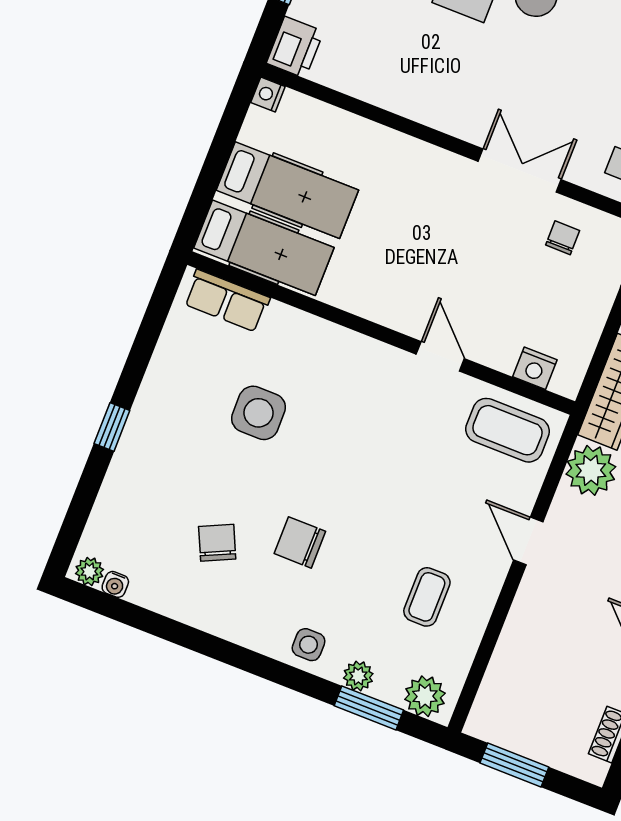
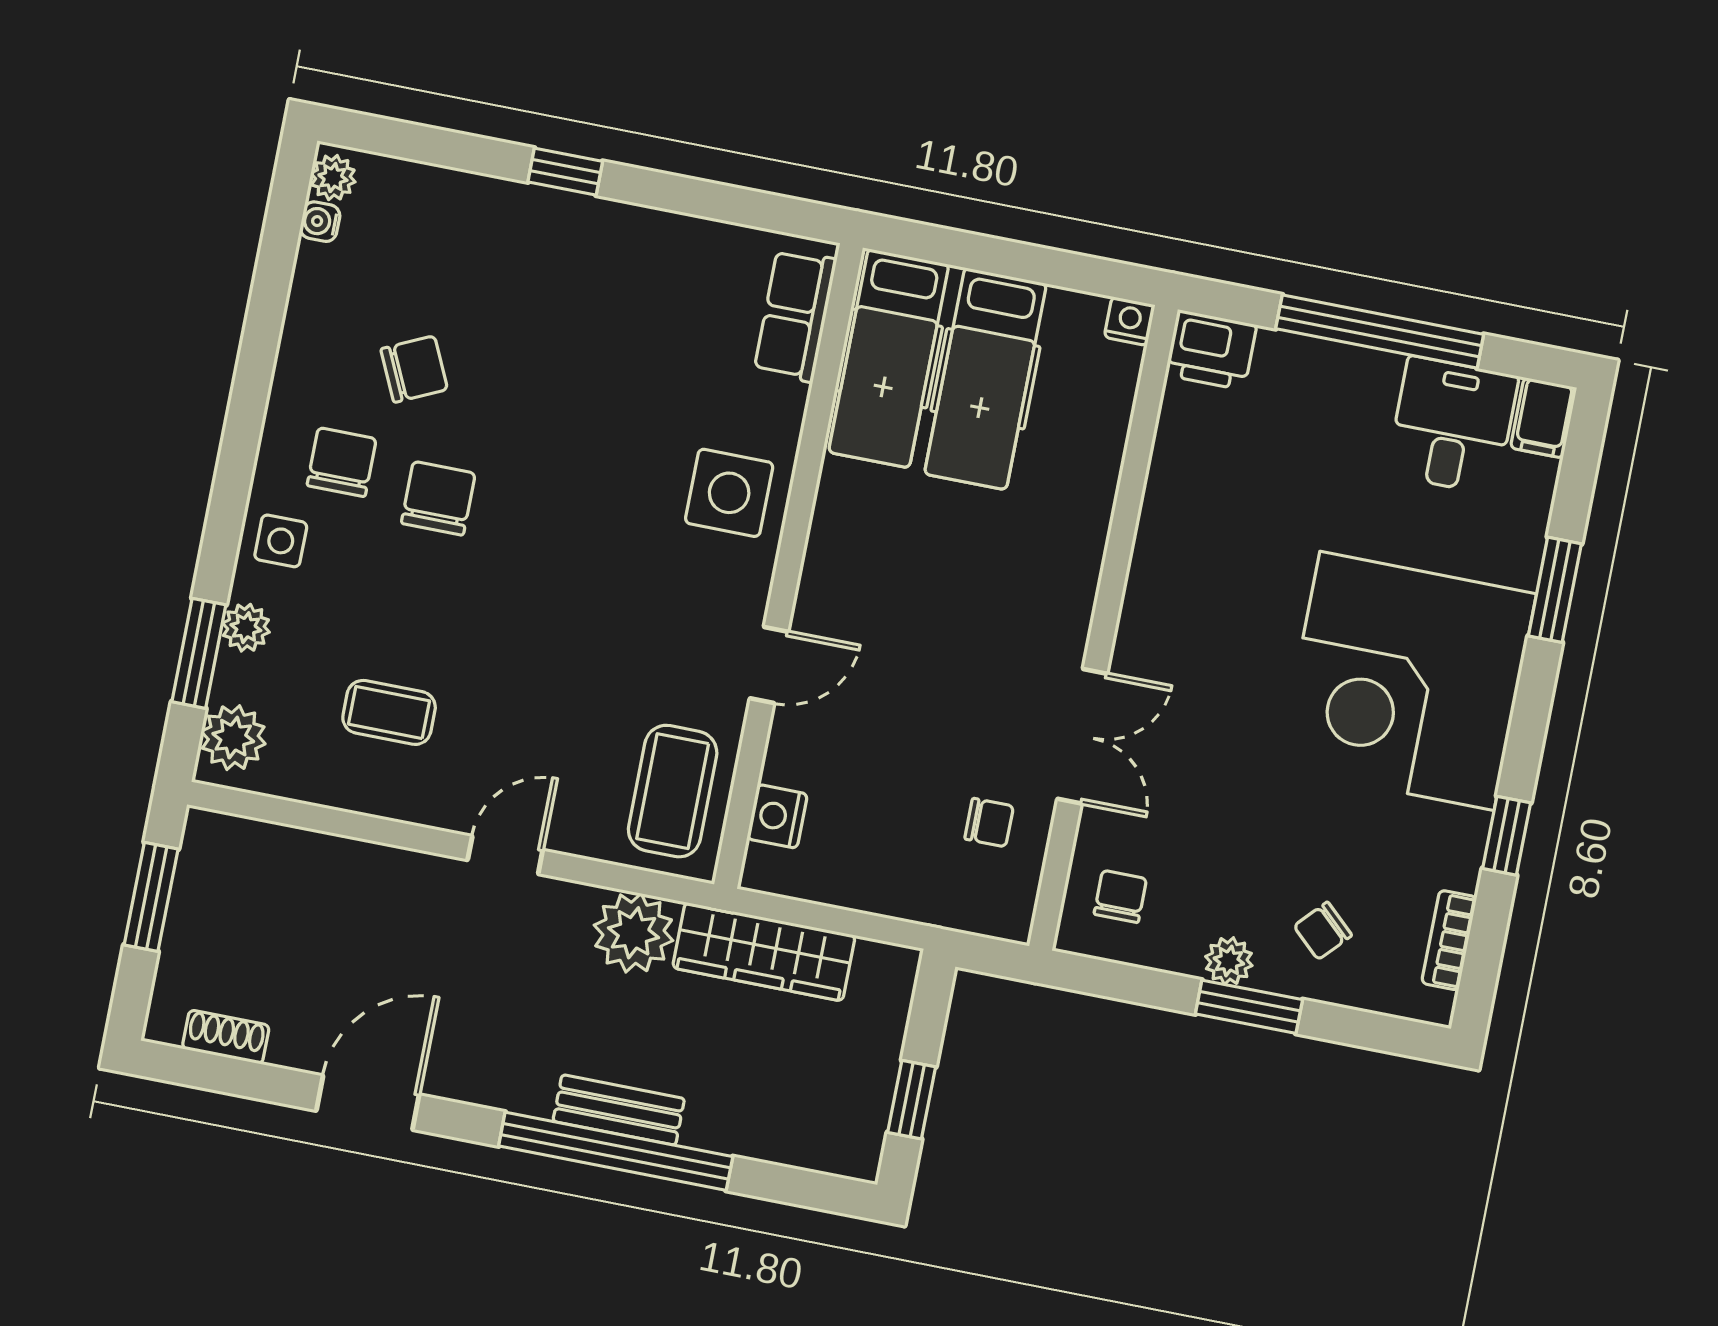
side table: (259, 413) -> (729, 493), moved
chair: (267, 598) -> (342, 462), added

